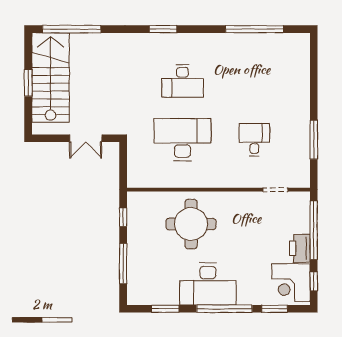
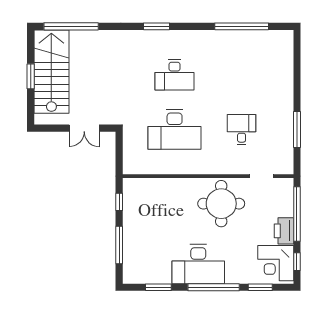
desk: (182, 140) -> (175, 129), turned 180
round table: (191, 224) -> (221, 204), moved

